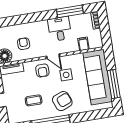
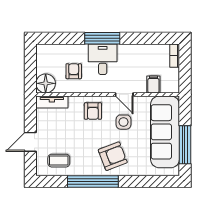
window: (70, 11) -> (102, 38), moved
desk: (60, 29) -> (103, 59), moved
door: (53, 56) -> (124, 94), moved
coffee table: (34, 100) -> (59, 161), moved

